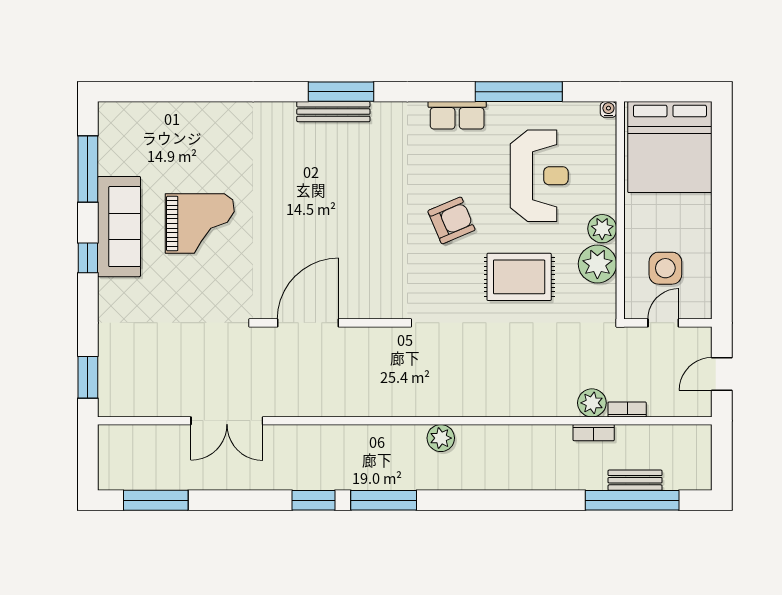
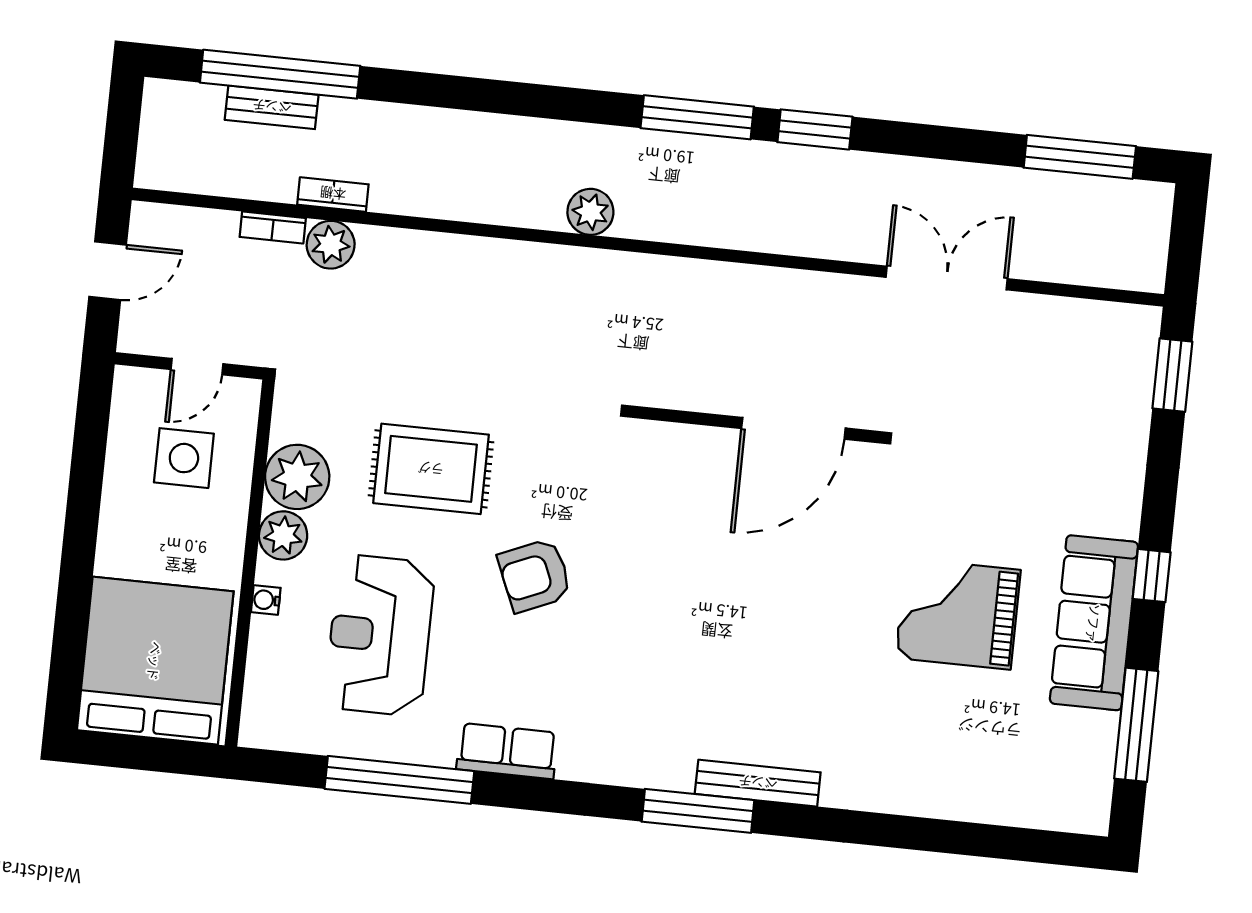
water cooler: (608, 109) -> (266, 600), moved, turned 90
bench: (333, 112) -> (758, 783), moved

